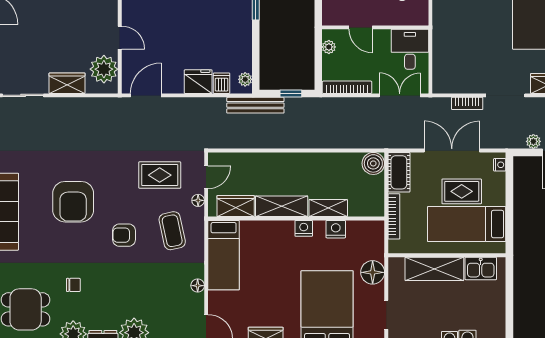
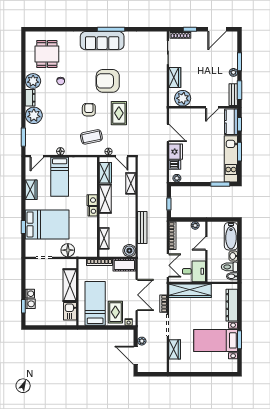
door: (120, 38) -> (212, 107), moved
wardrobe: (444, 56) -> (190, 291), added
door: (146, 95) -> (168, 133), moved
bench: (255, 105) -> (142, 228), moved
shelving: (254, 161) -> (131, 183), added
rug: (160, 175) -> (119, 113), moved
rug: (462, 191) -> (115, 312), moved
shelving: (328, 208) -> (104, 238), moved
nightstand: (336, 229) -> (92, 200), moved
bed: (224, 255) -> (60, 177), moved, turned -90

